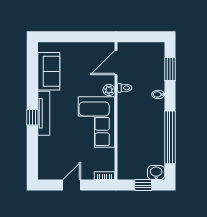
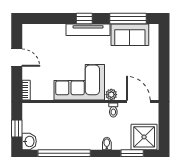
shower: (152, 57) -> (144, 137), added
window: (32, 73) -> (128, 19), added

